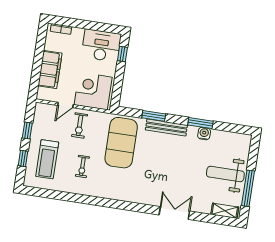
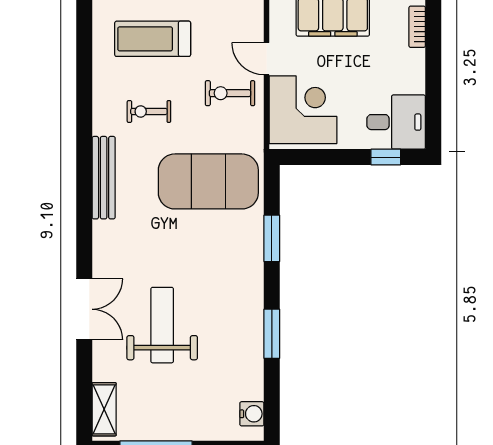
desk: (101, 46) -> (396, 122), width x0.73
bench: (166, 128) -> (104, 178), moved
water cooler: (204, 134) -> (252, 414), moved
weight bench: (225, 174) -> (162, 325), moved

